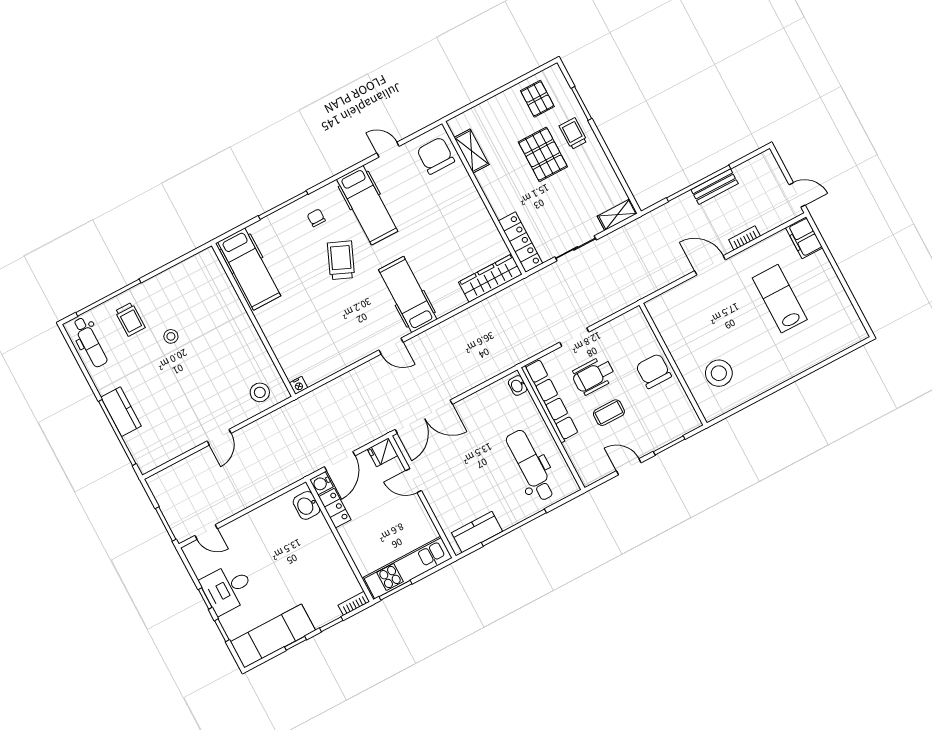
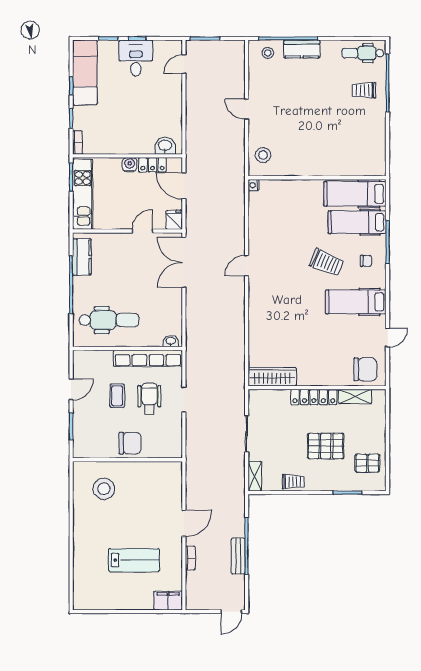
trolley: (573, 134) -> (293, 482), moved
door: (797, 195) -> (231, 612), moved
locker: (521, 242) -> (314, 397), moved
wardrobe: (490, 278) -> (272, 377), moved, turned -90
hospital bed: (408, 295) -> (357, 222), moved, turned 180
stool: (171, 336) -> (268, 53), moved
water cooler: (321, 483) -> (130, 165), moved

